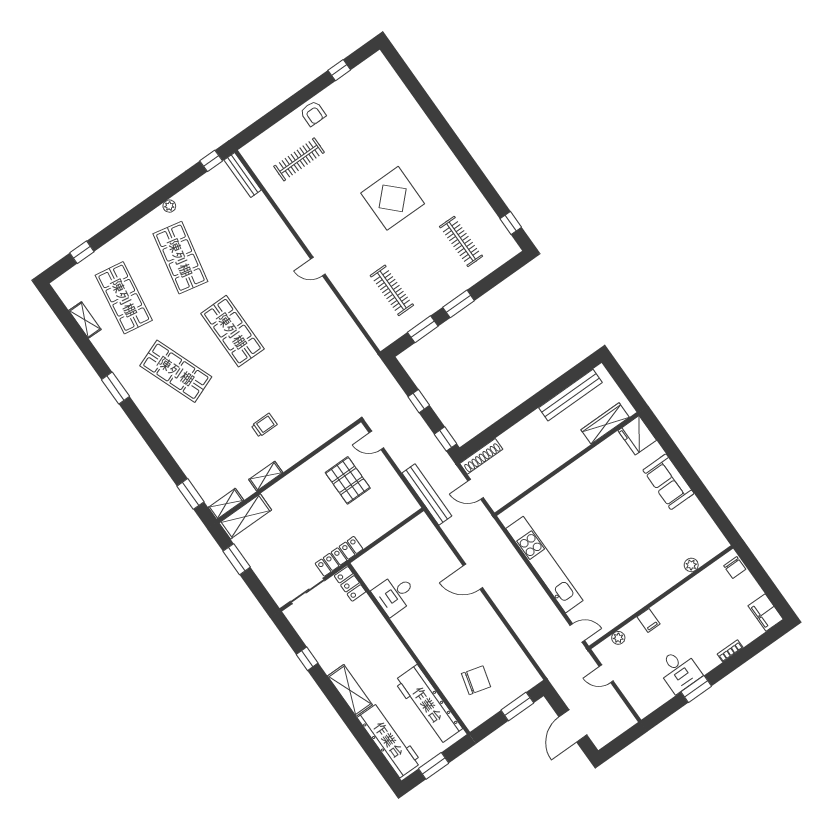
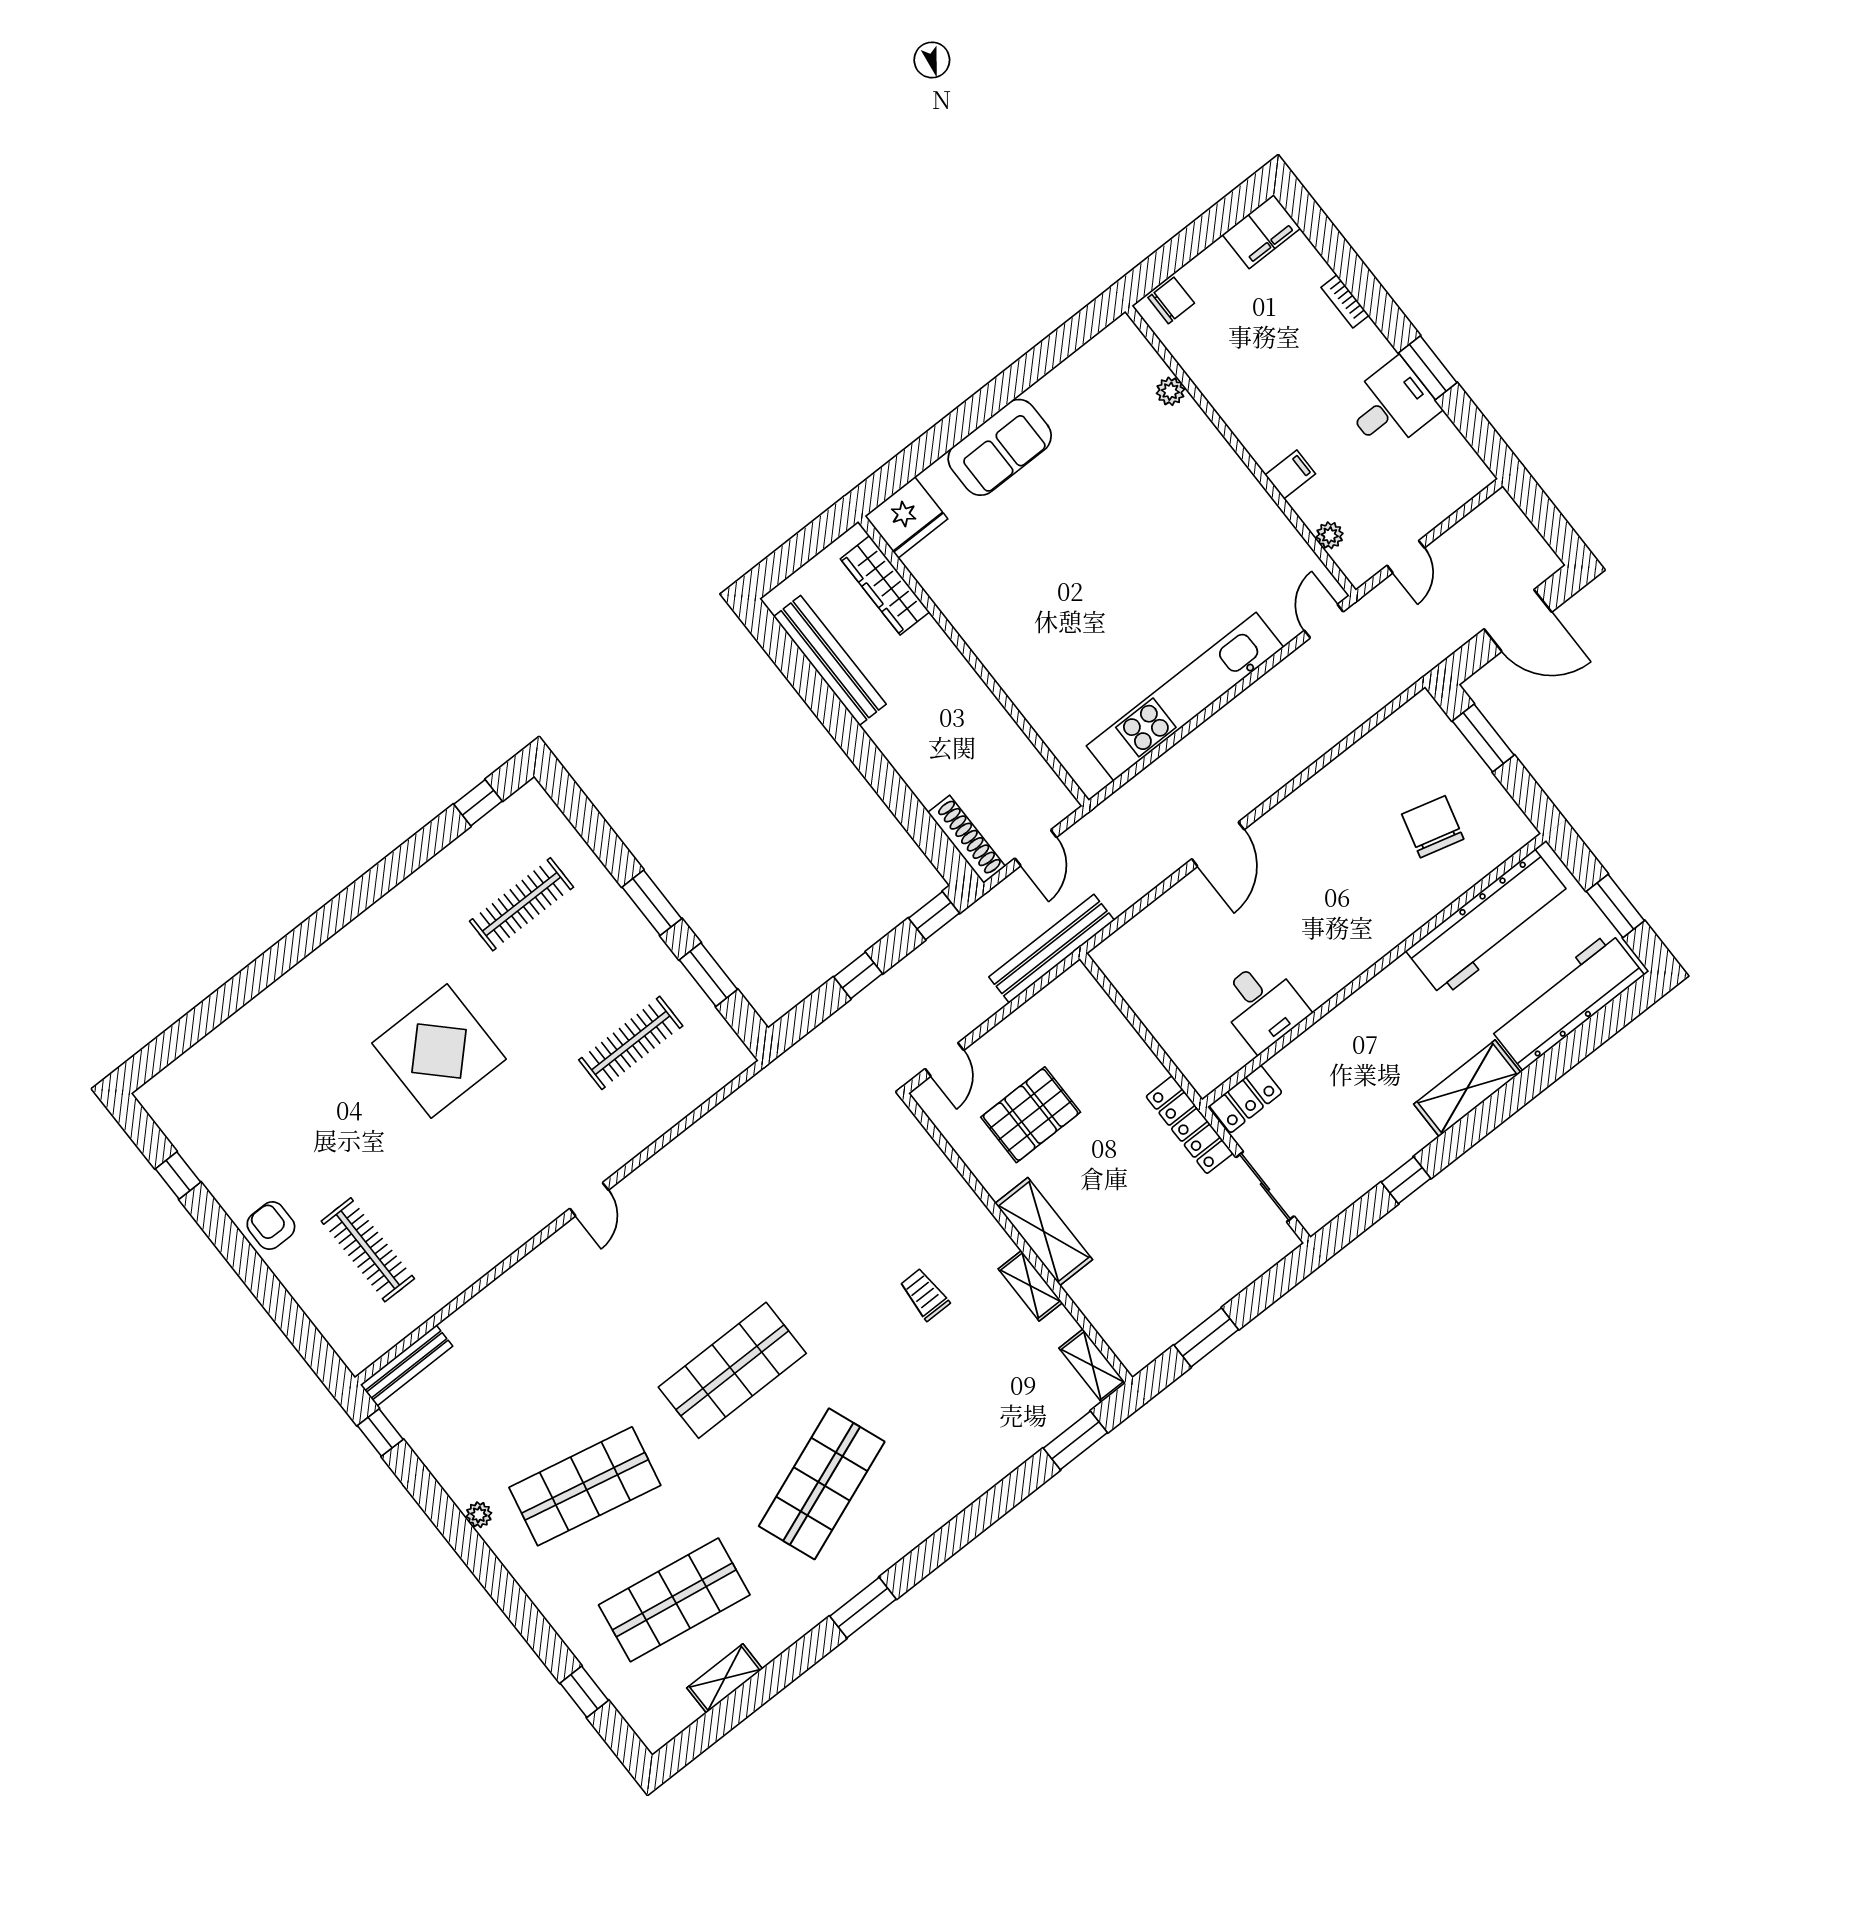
armchair: (313, 113) -> (271, 1226), turned -90
shelving: (245, 516) -> (1044, 1232), moved

